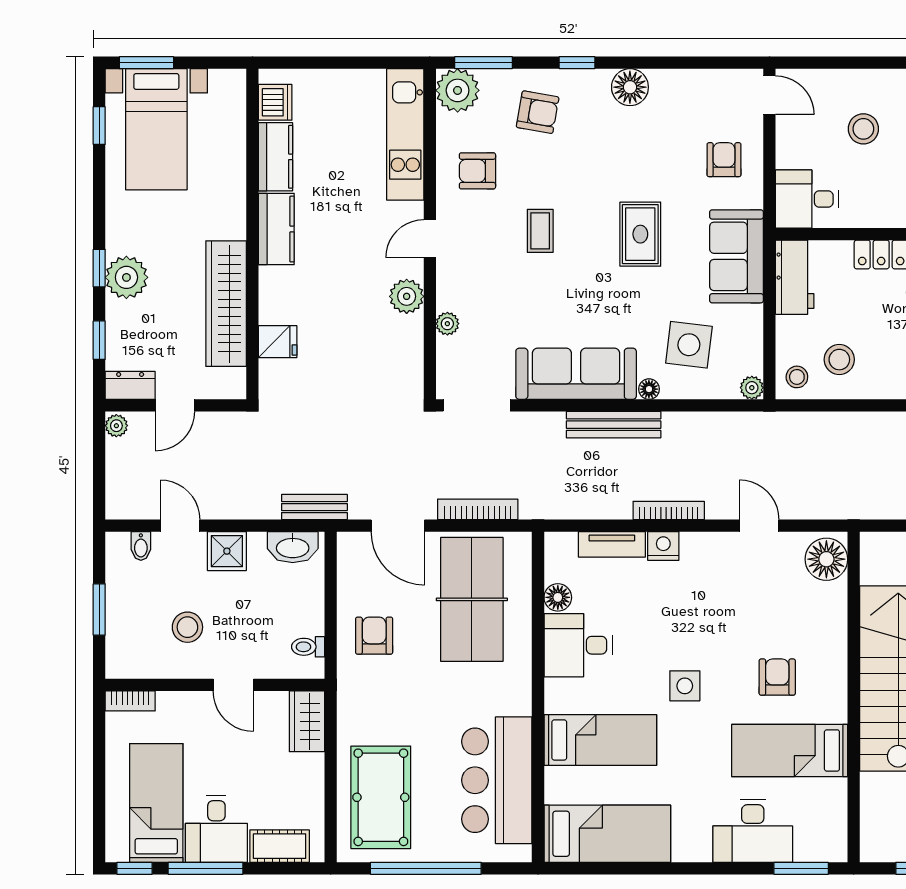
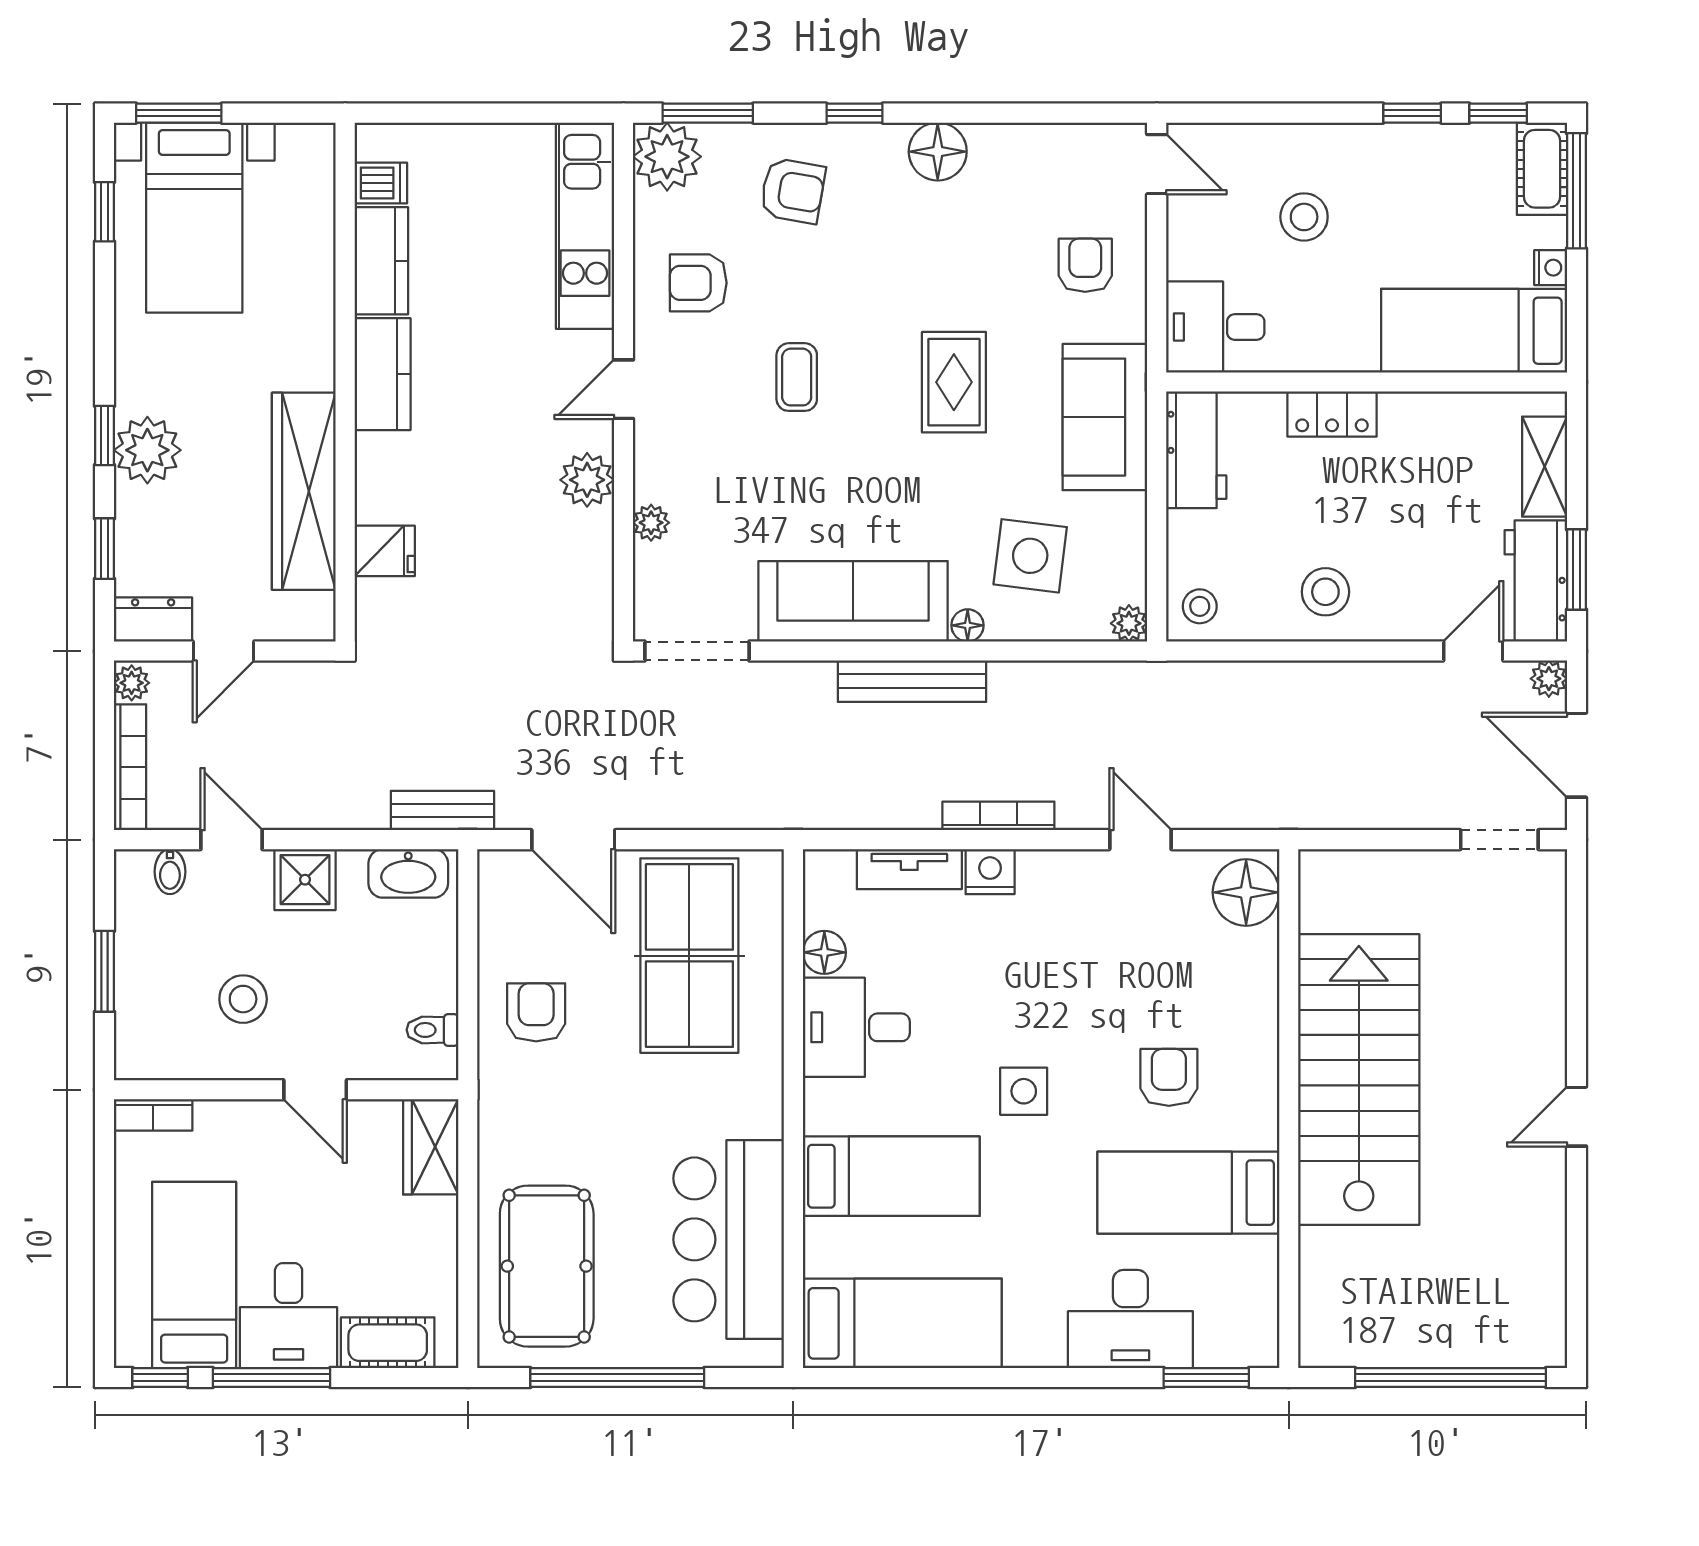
dishwasher: (275, 102) -> (381, 183), width x0.73
stool: (839, 360) -> (1325, 592), moved
bookcase: (478, 509) -> (130, 767), moved, turned 90

